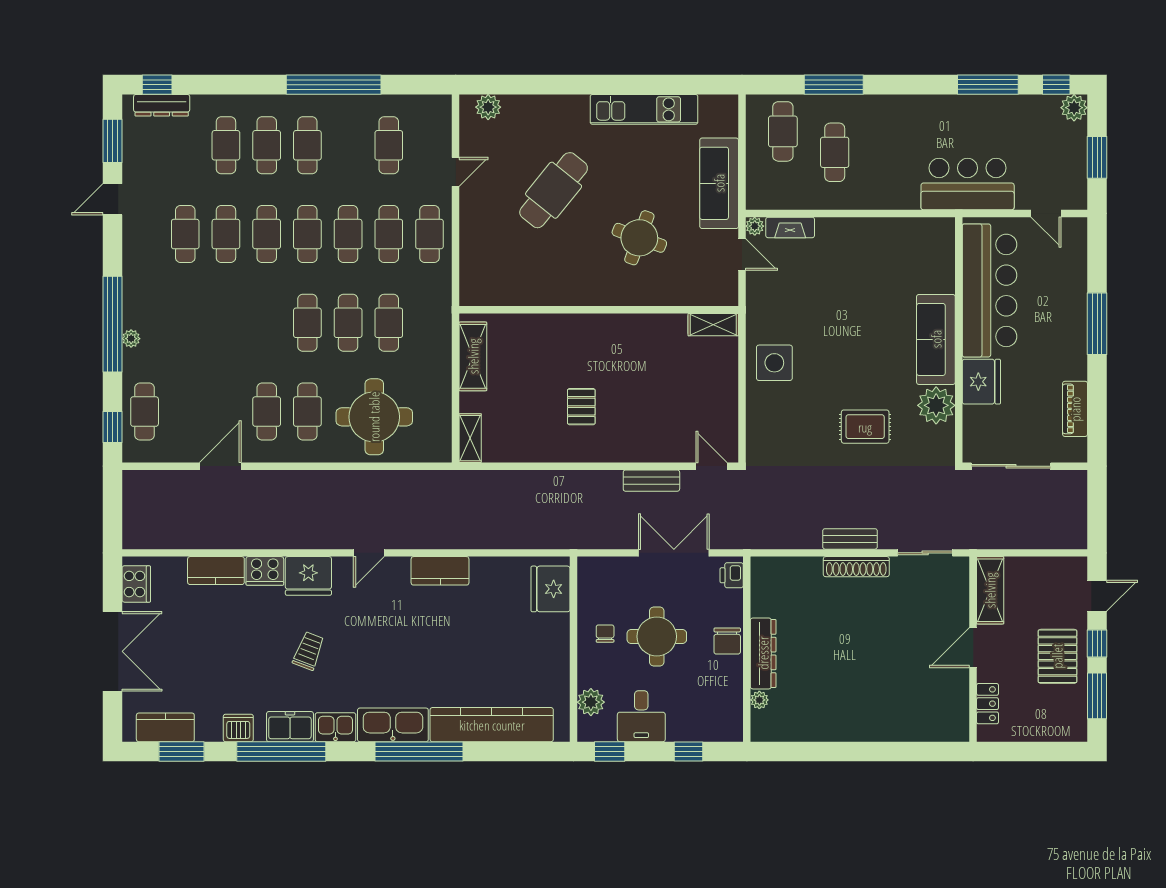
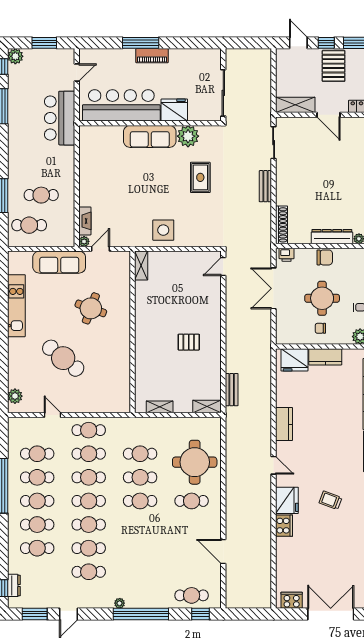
dresser: (162, 105) -> (14, 585), width x0.70
door: (112, 199) -> (68, 614), hinge flipped
plant: (131, 339) -> (120, 603), moved
shelving: (473, 356) -> (160, 407), width x0.67, depth x0.75
piano: (1075, 409) -> (152, 56), moved
cafe table: (267, 412) -> (37, 477), moved
bench: (651, 481) -> (232, 390), moved
shoe rack: (856, 567) -> (282, 225), moved
kitchen counter: (216, 571) -> (325, 357), moved, turned 90
pallet: (1057, 656) -> (334, 66), turned 90

